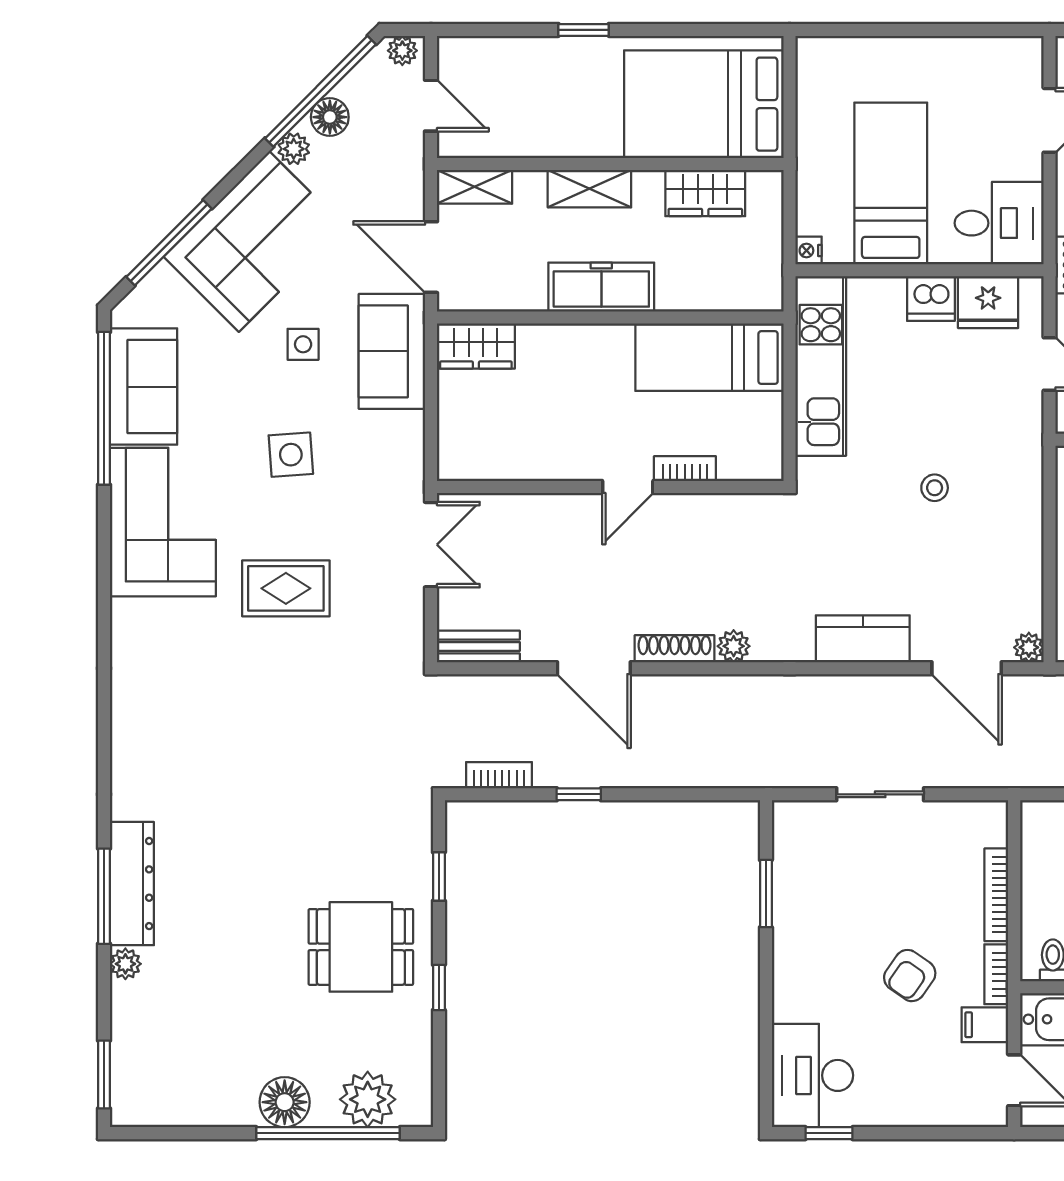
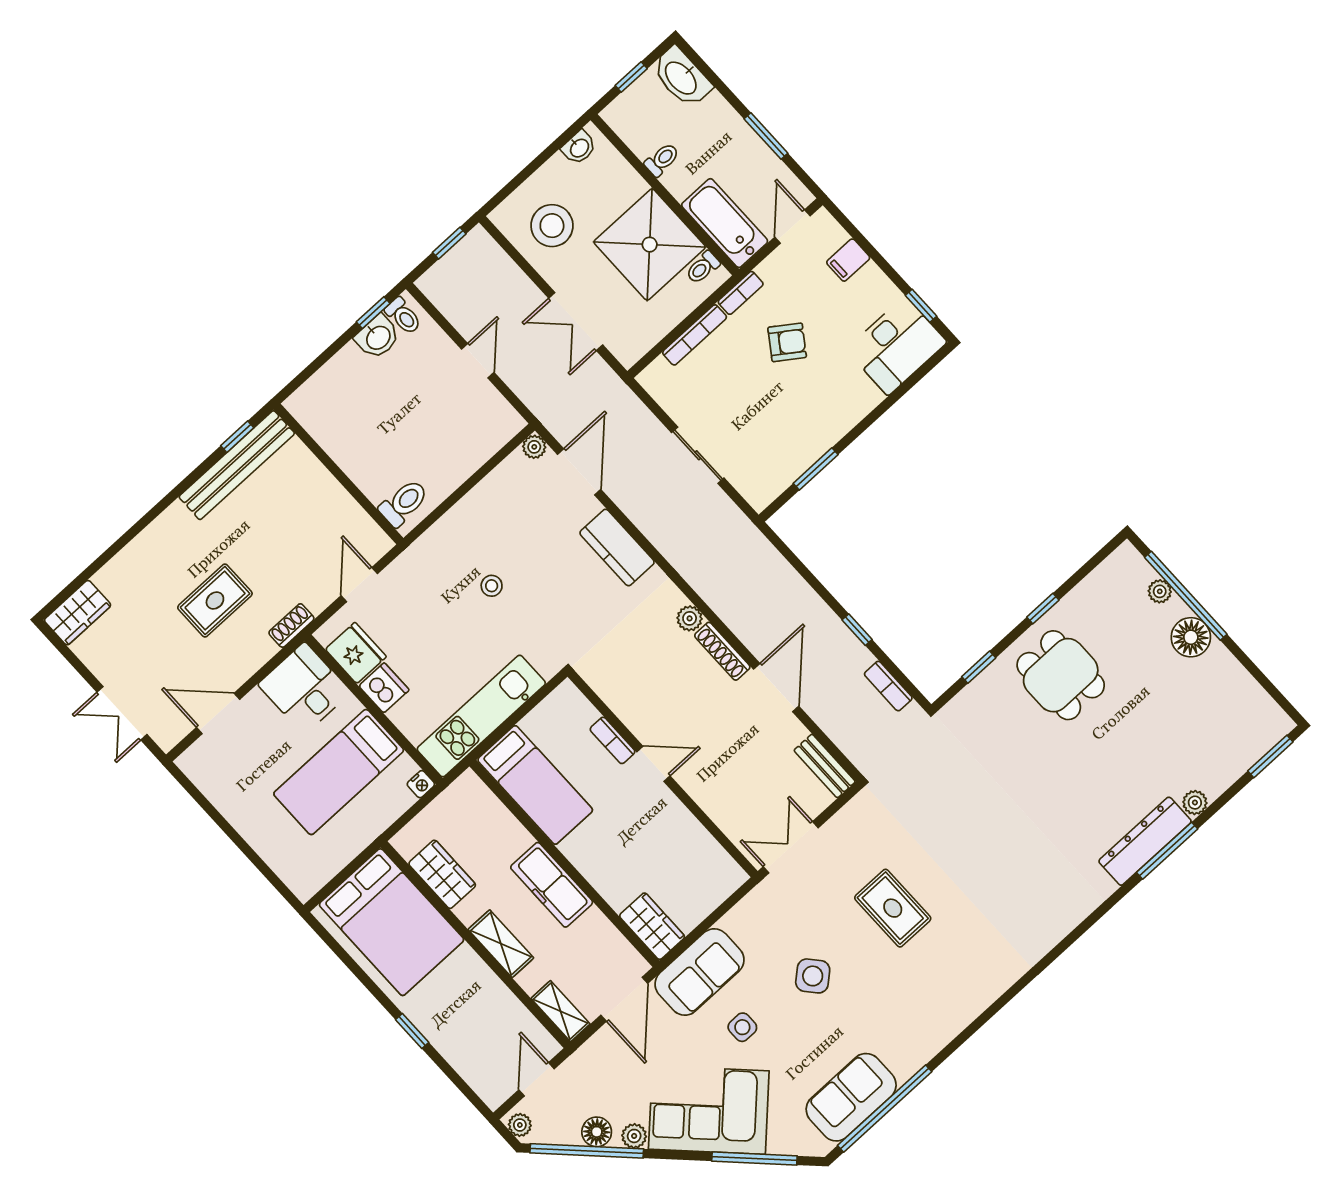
side table: (291, 455) -> (813, 976), turned -37
corner sofa: (163, 522) -> (919, 1014), removed
filing cabinet: (985, 1025) -> (848, 260), moved, turned 90
plant: (368, 1099) -> (1160, 591), width x0.53, depth x0.53

